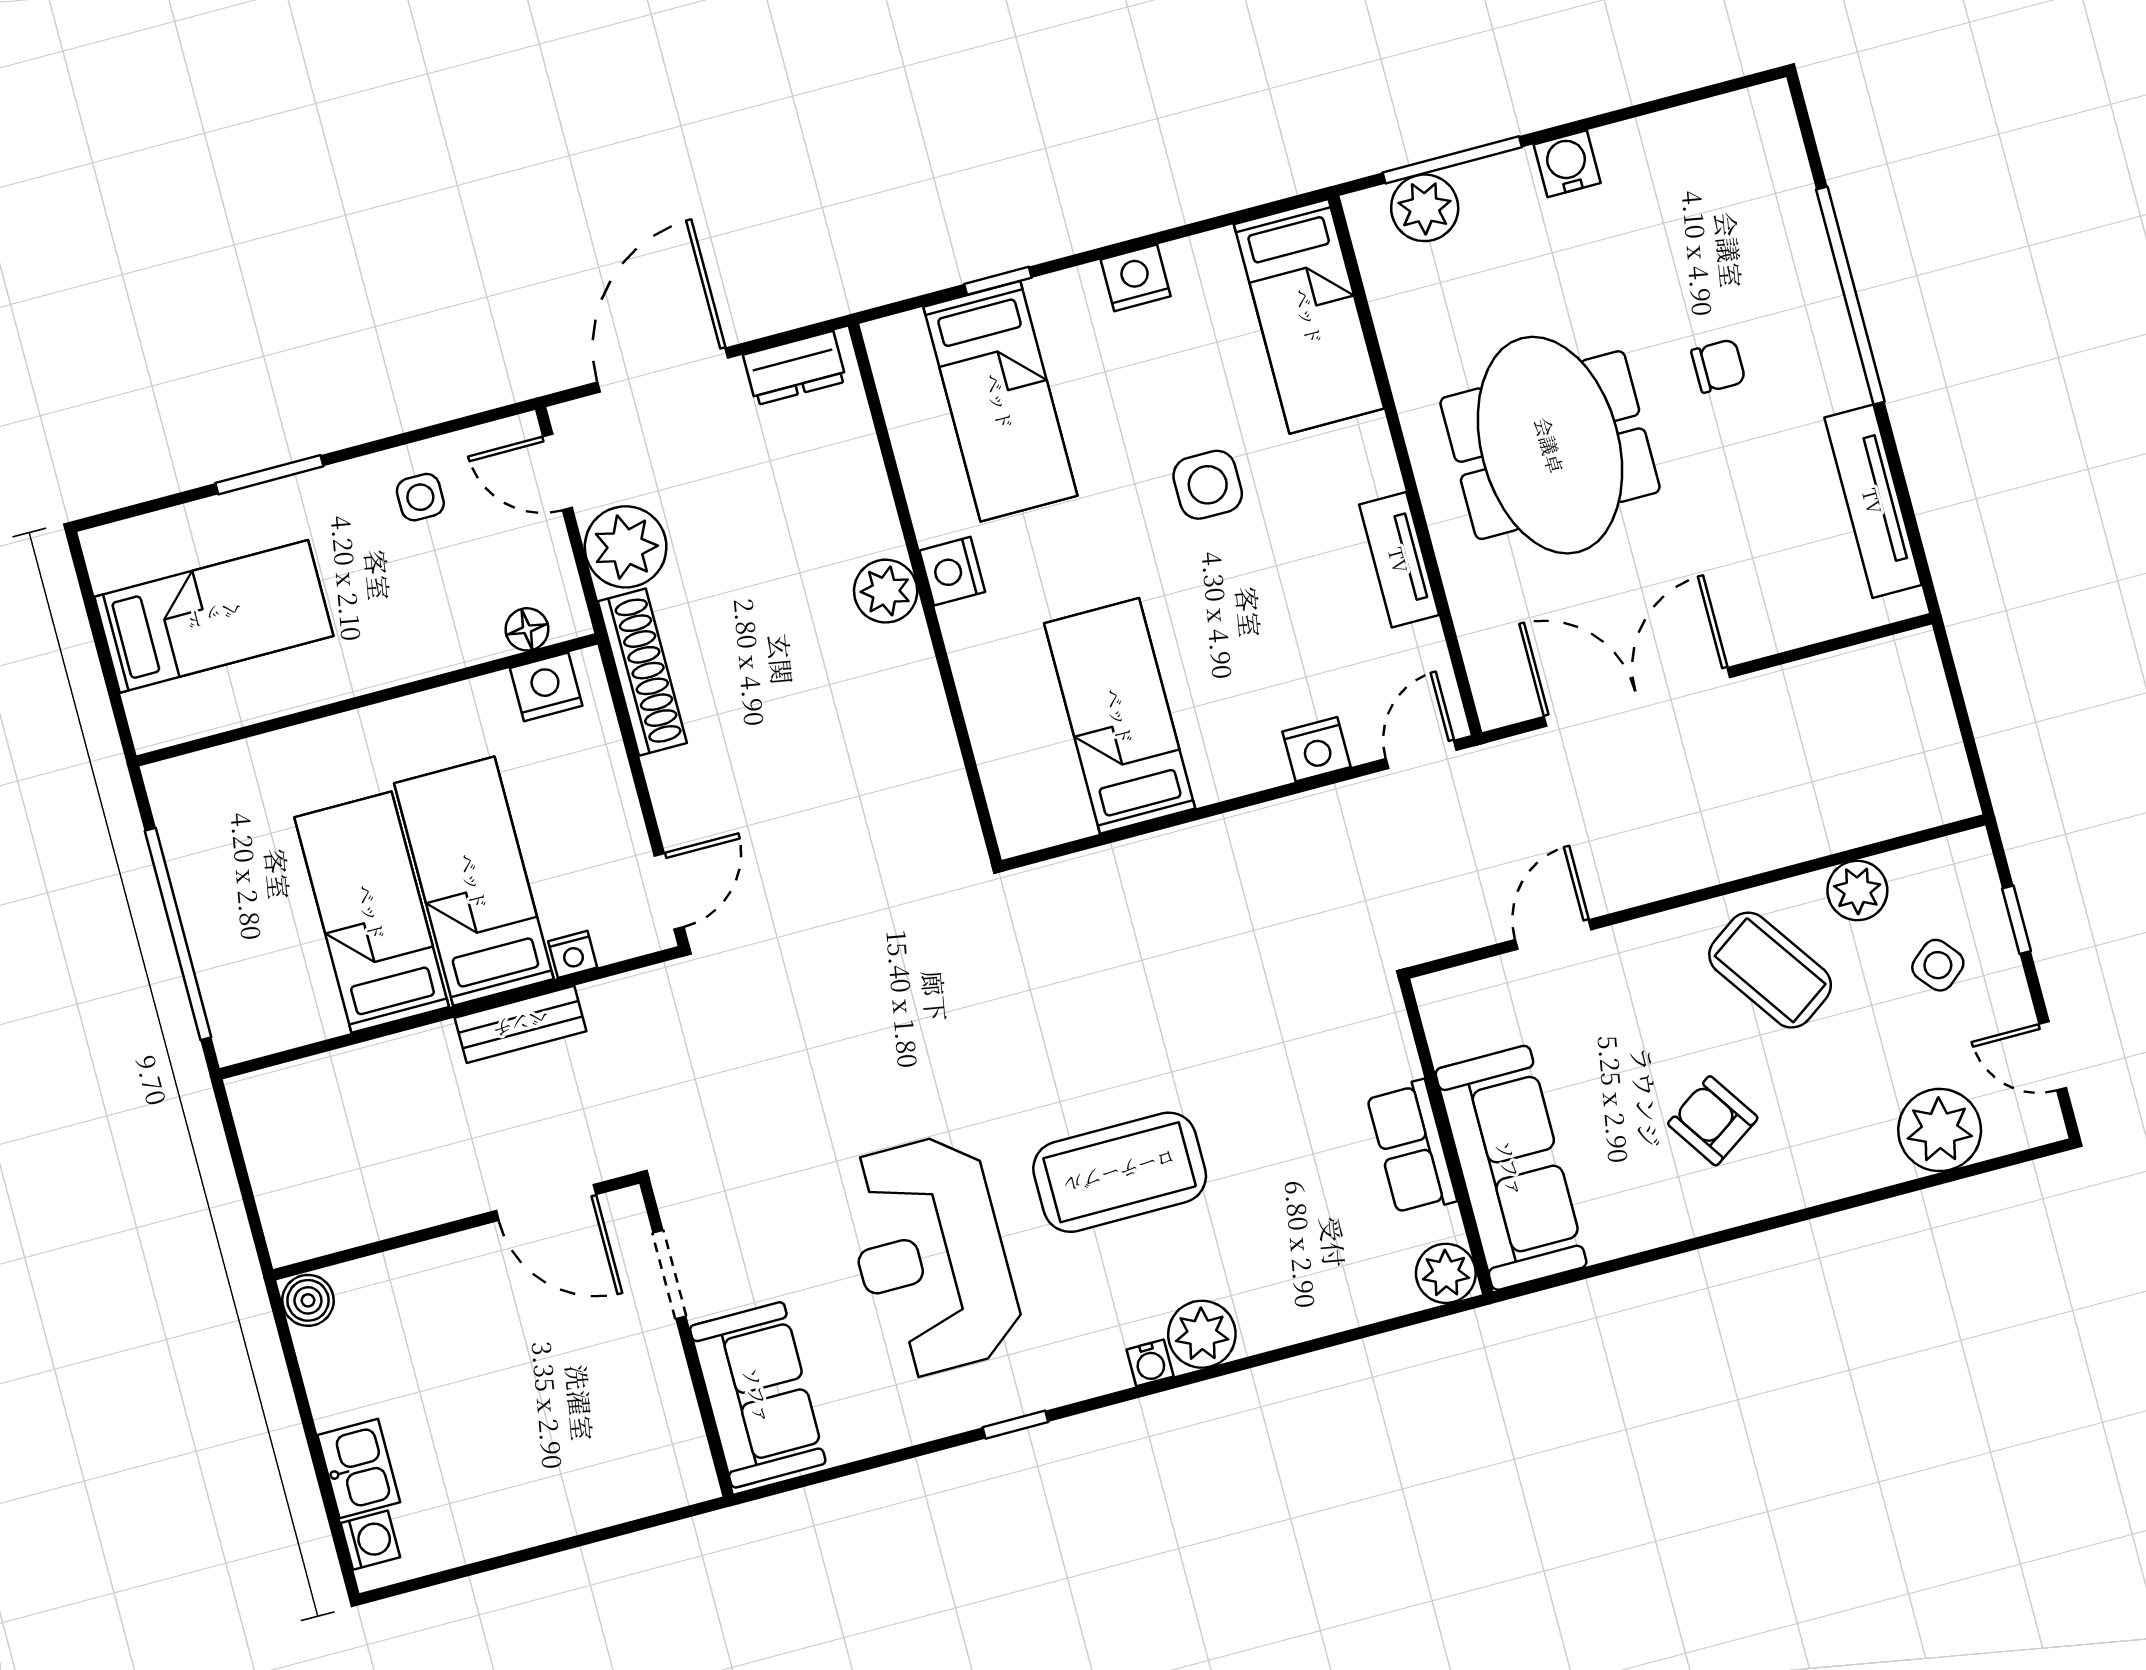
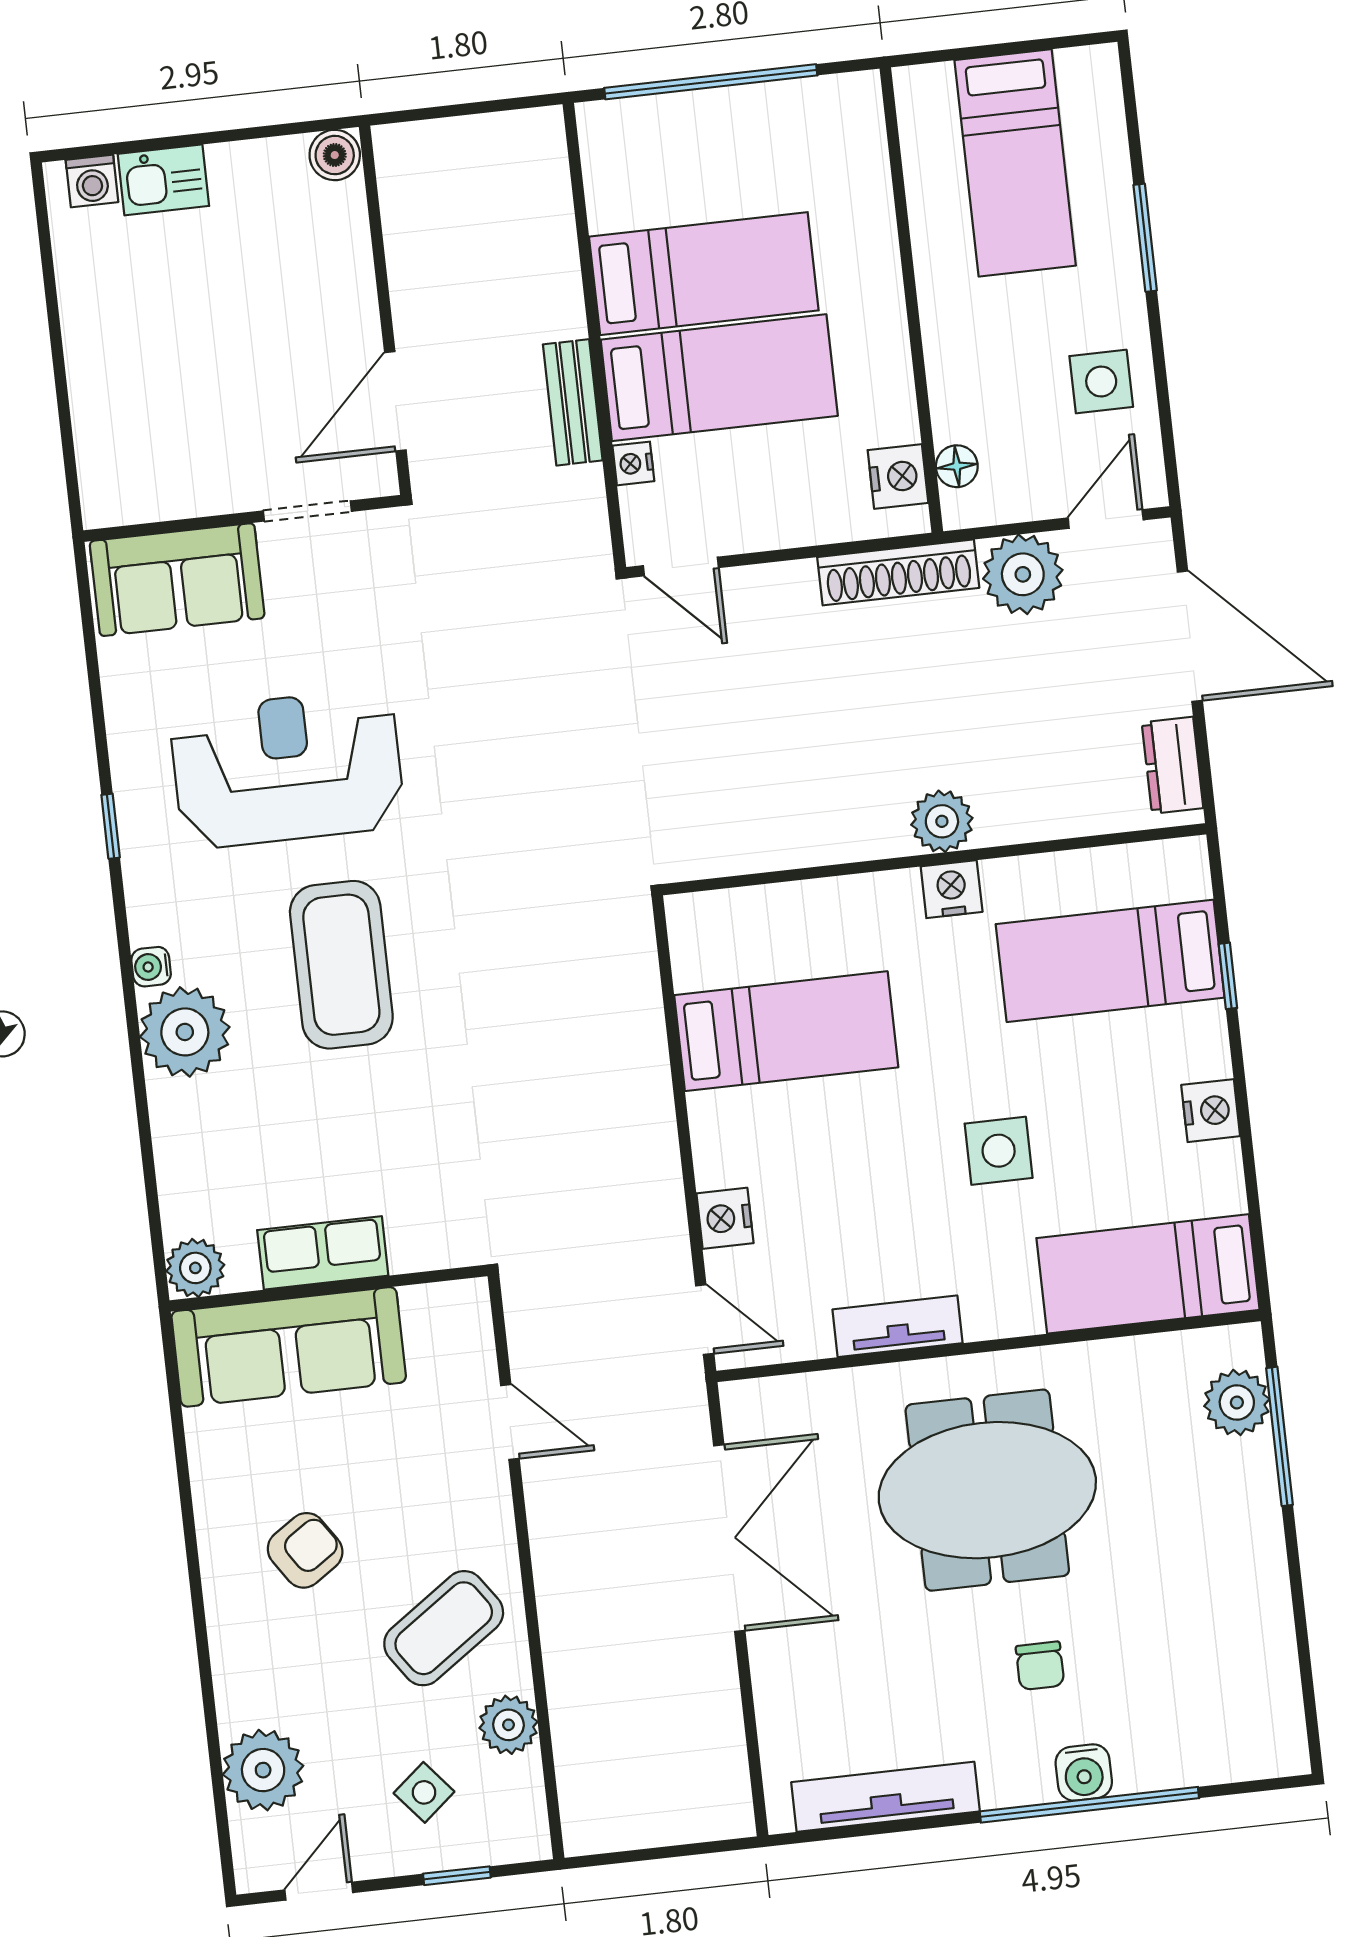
water cooler: (1567, 164) -> (1084, 1772), moved, turned 90
side table: (420, 497) -> (1101, 381), width x1.37, depth x1.37
plant: (1202, 1334) -> (185, 1032), width x1.36, depth x1.36

